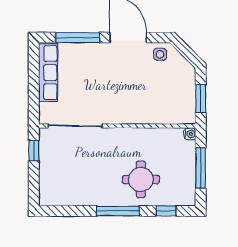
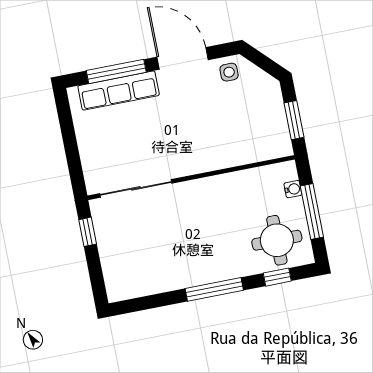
row of seats: (48, 73) -> (119, 91), moved, turned 90
water cooler: (190, 134) -> (293, 189), moved
round table: (141, 179) -> (277, 240), moved

